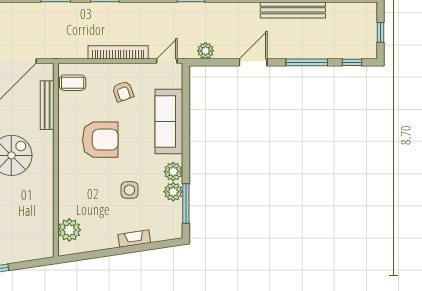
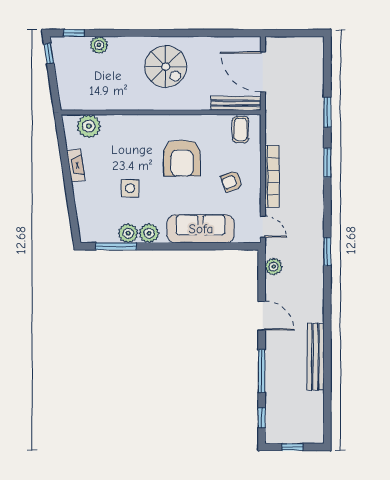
bench: (47, 105) -> (236, 103), moved
fireplace: (134, 239) -> (76, 165), moved

